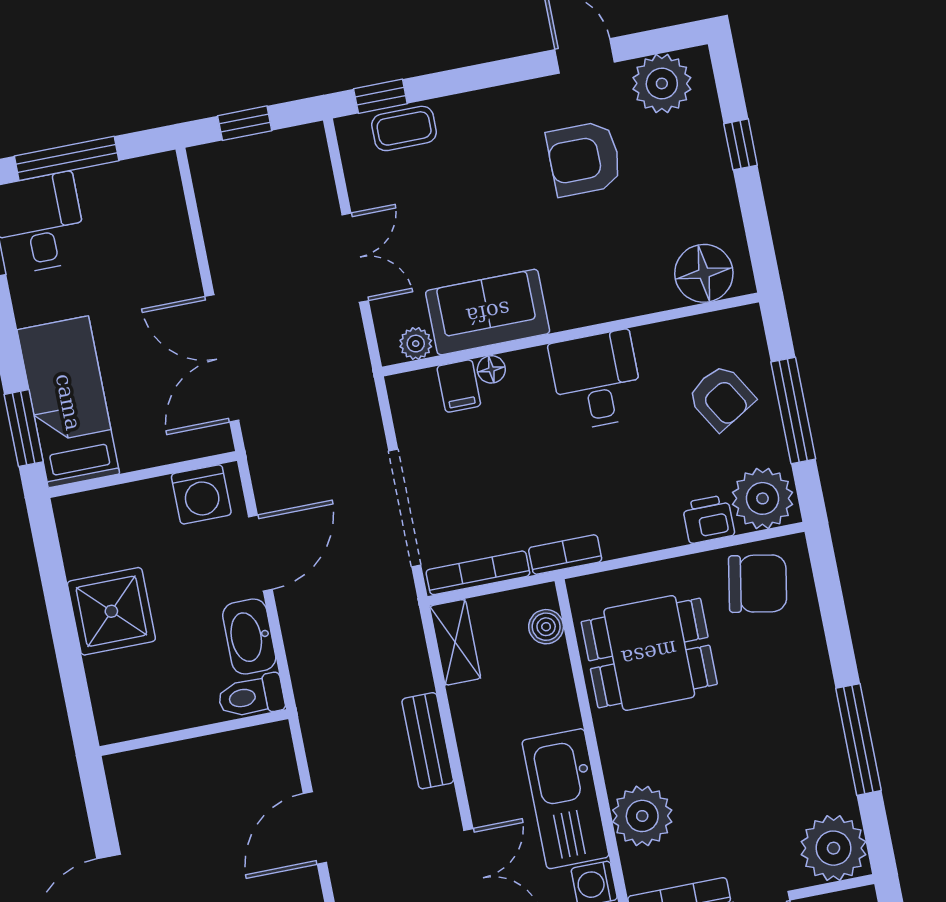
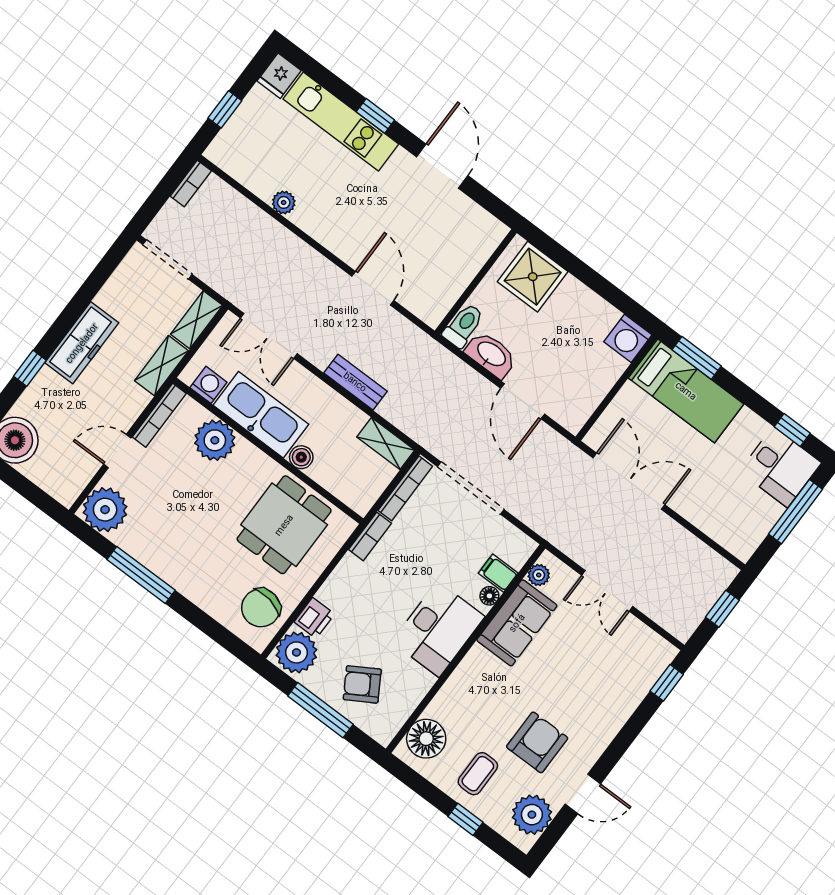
coffee table: (404, 128) -> (478, 774), moved
desk: (597, 380) -> (438, 629), width x1.37
washing machine: (201, 494) -> (628, 338), moved, turned -90
shower: (111, 611) -> (533, 277), moved
boiler: (546, 627) -> (301, 457), moved

